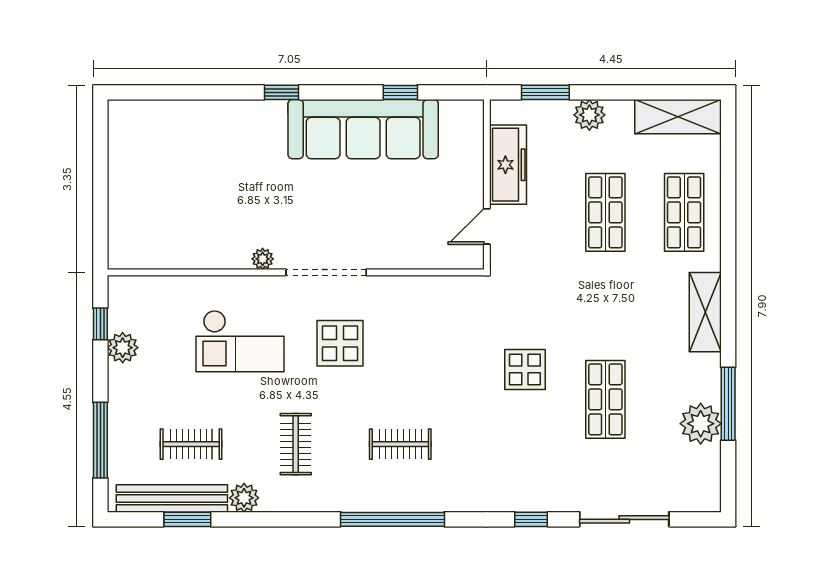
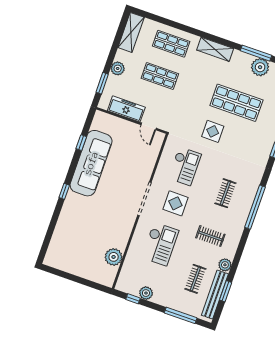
plant: (263, 259) -> (114, 257), moved, width x1.87, depth x1.87
checkout: (428, 335) -> (185, 166), added
shop shelf: (605, 399) -> (236, 103), width x1.43, depth x1.36

